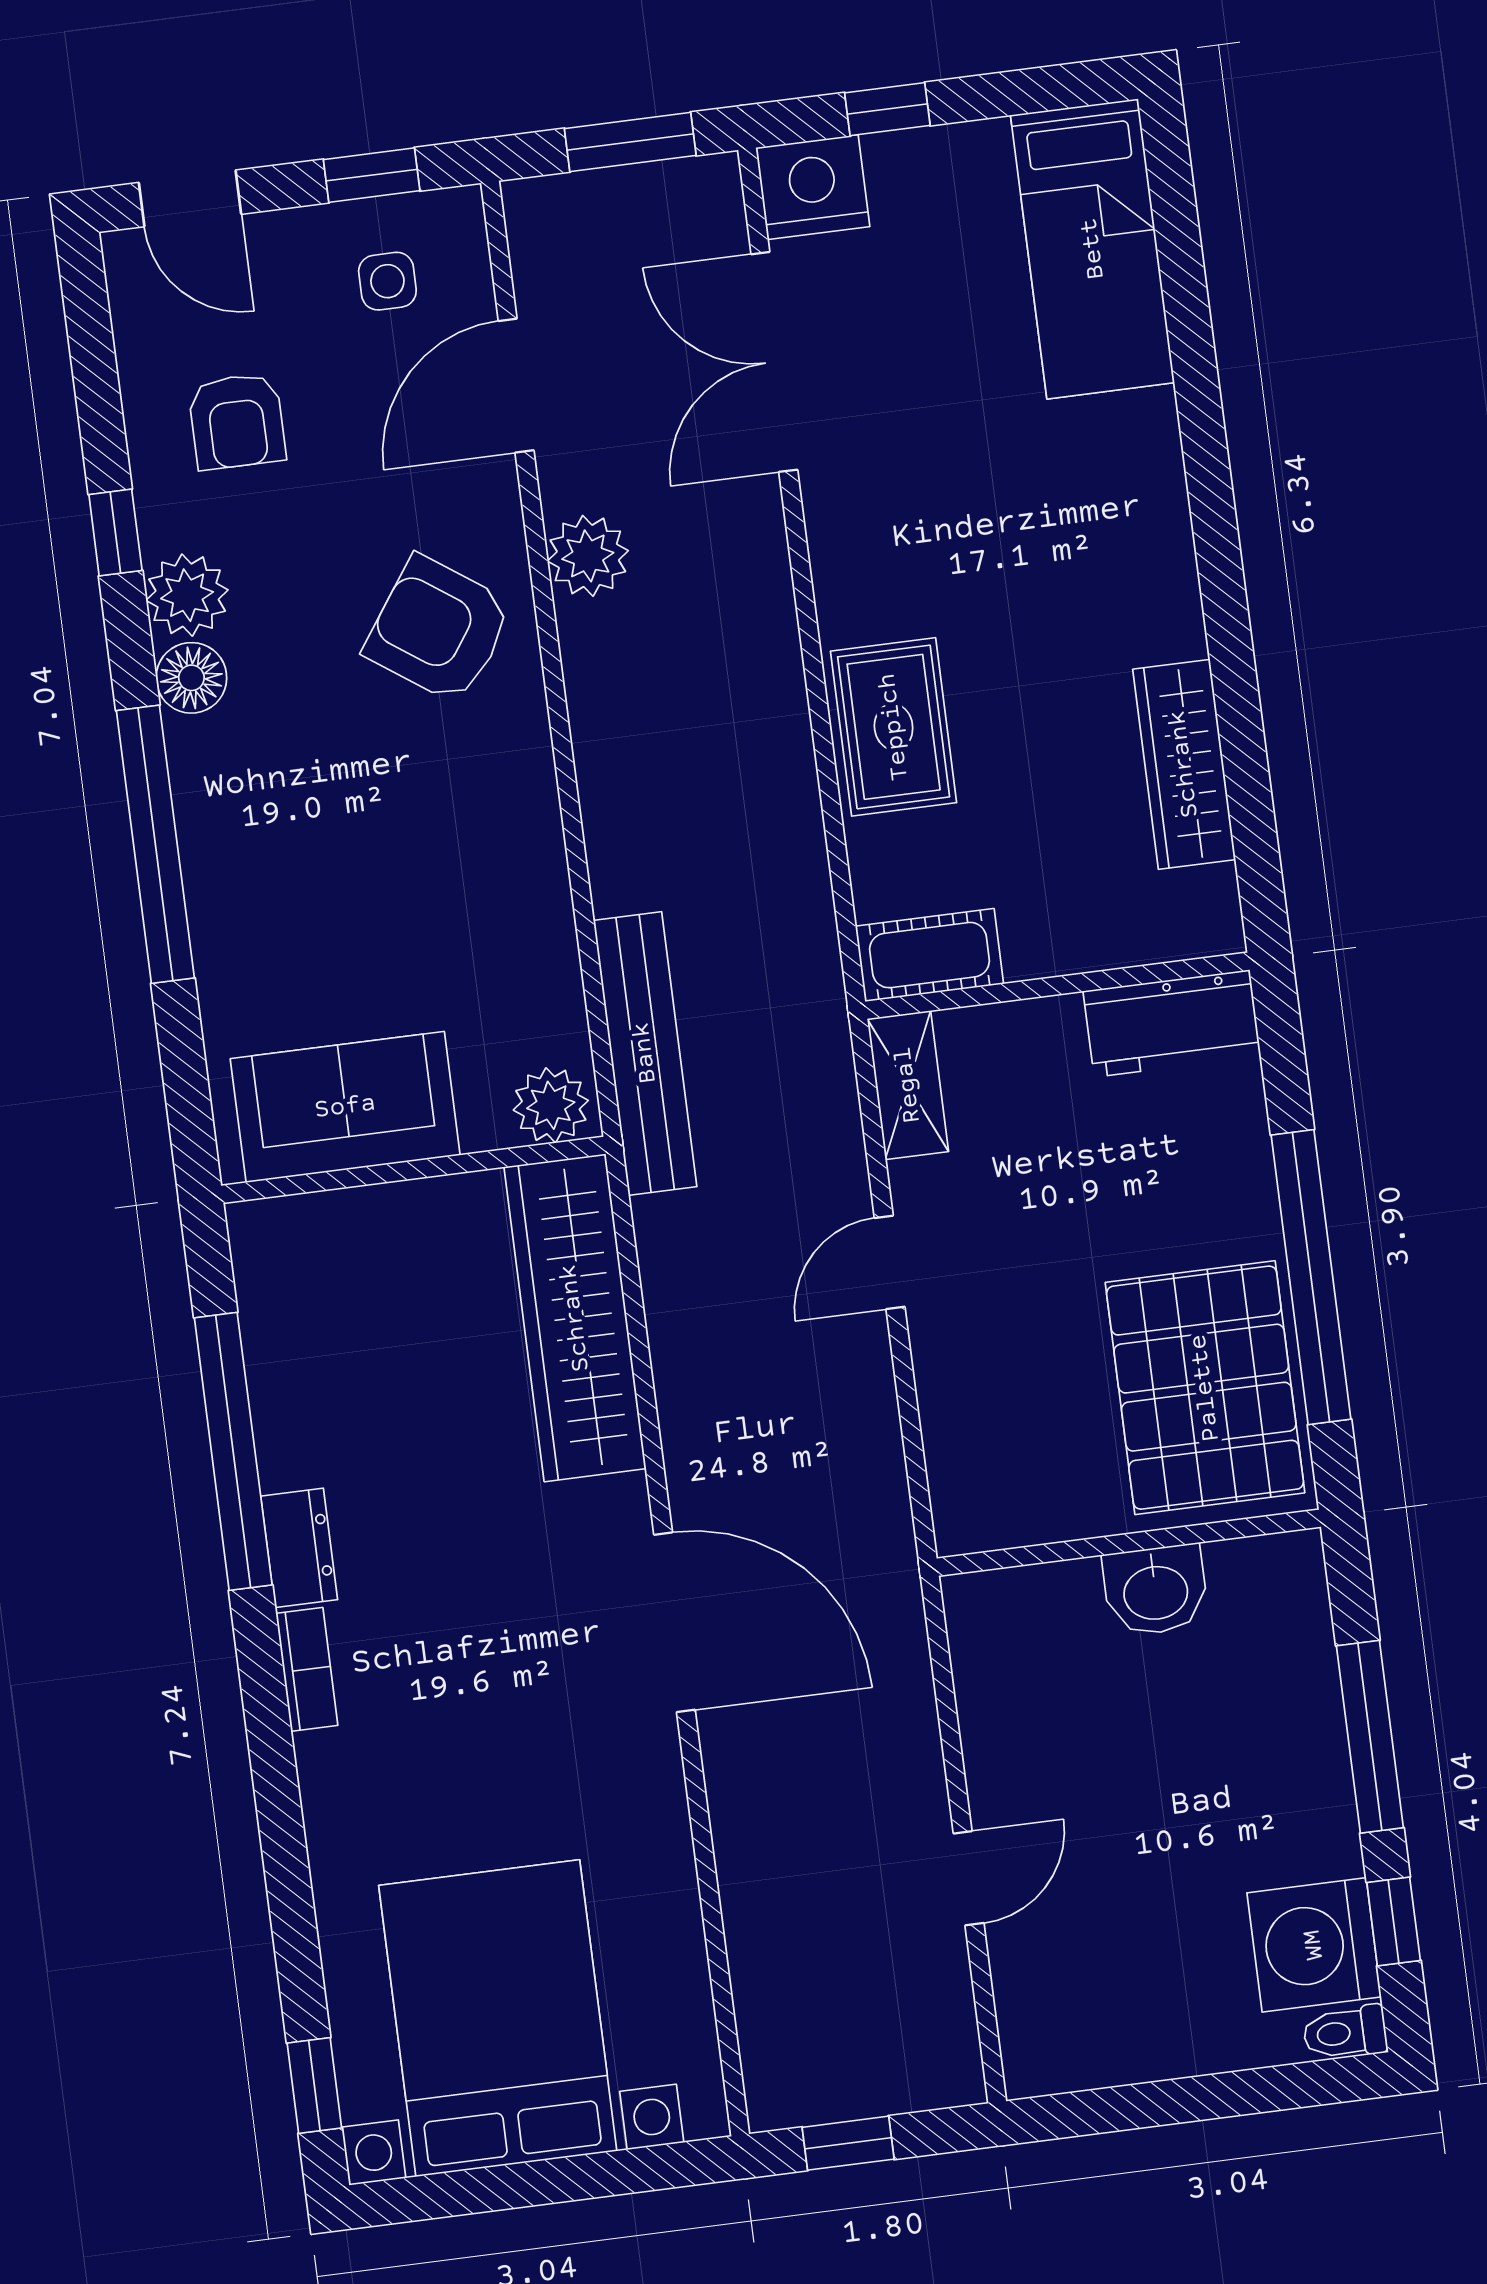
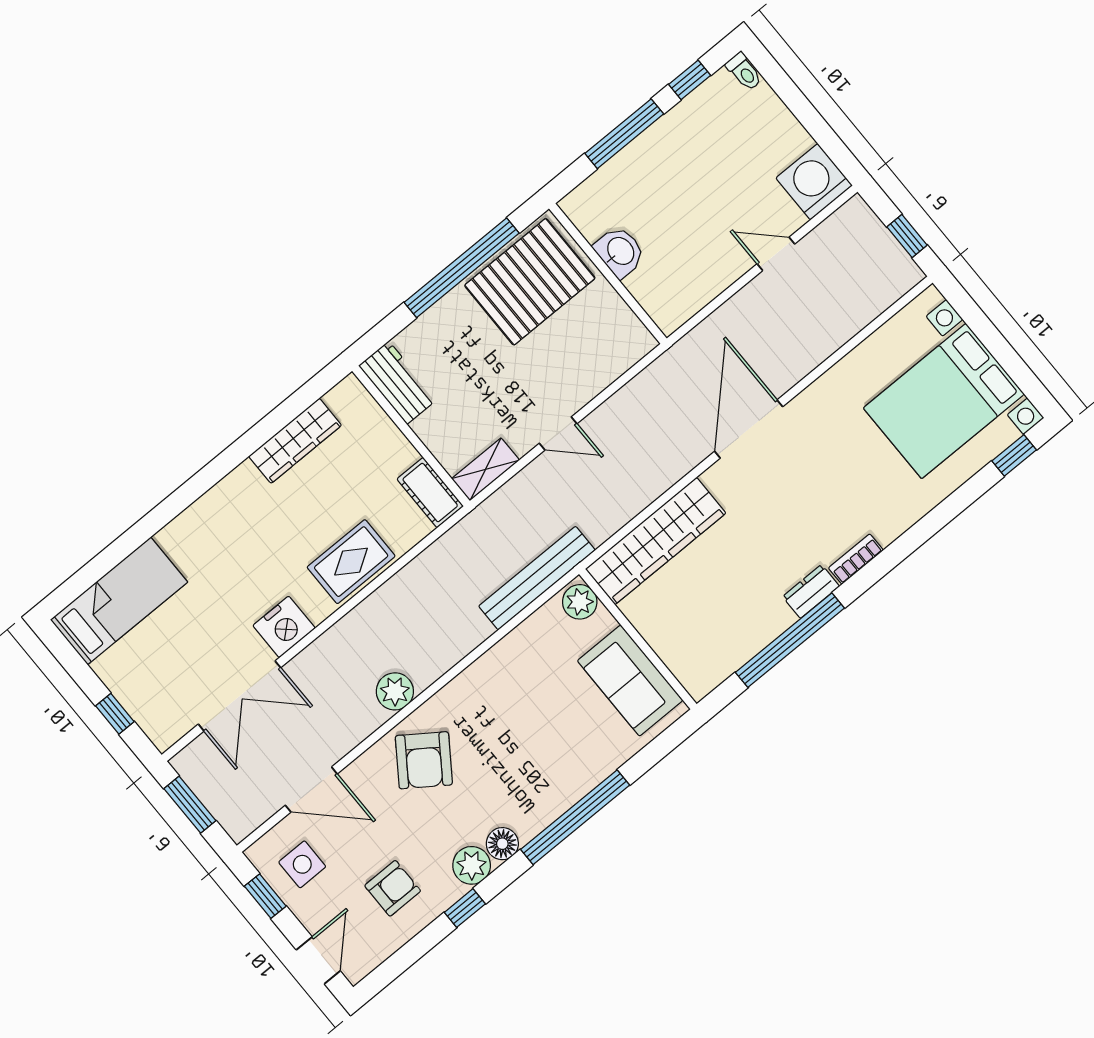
nightstand: (813, 187) -> (284, 627), moved, turned -90
side table: (387, 281) -> (302, 864), width x1.37, depth x1.37
plant: (588, 556) -> (395, 691), moved
washing machine: (1314, 1945) -> (814, 182), moved, turned 180

